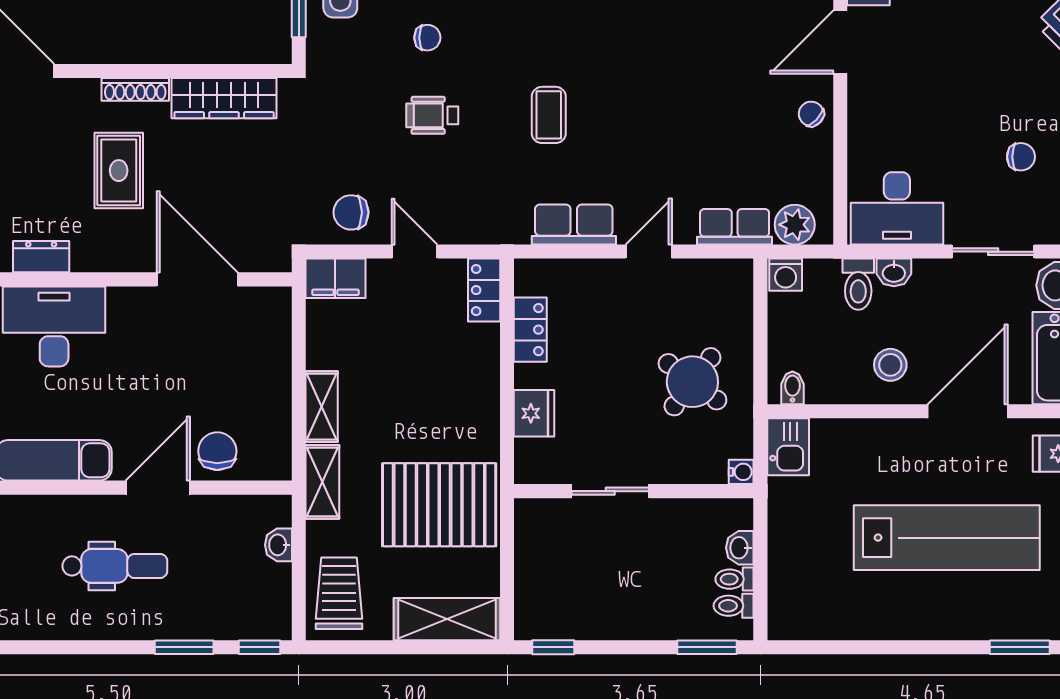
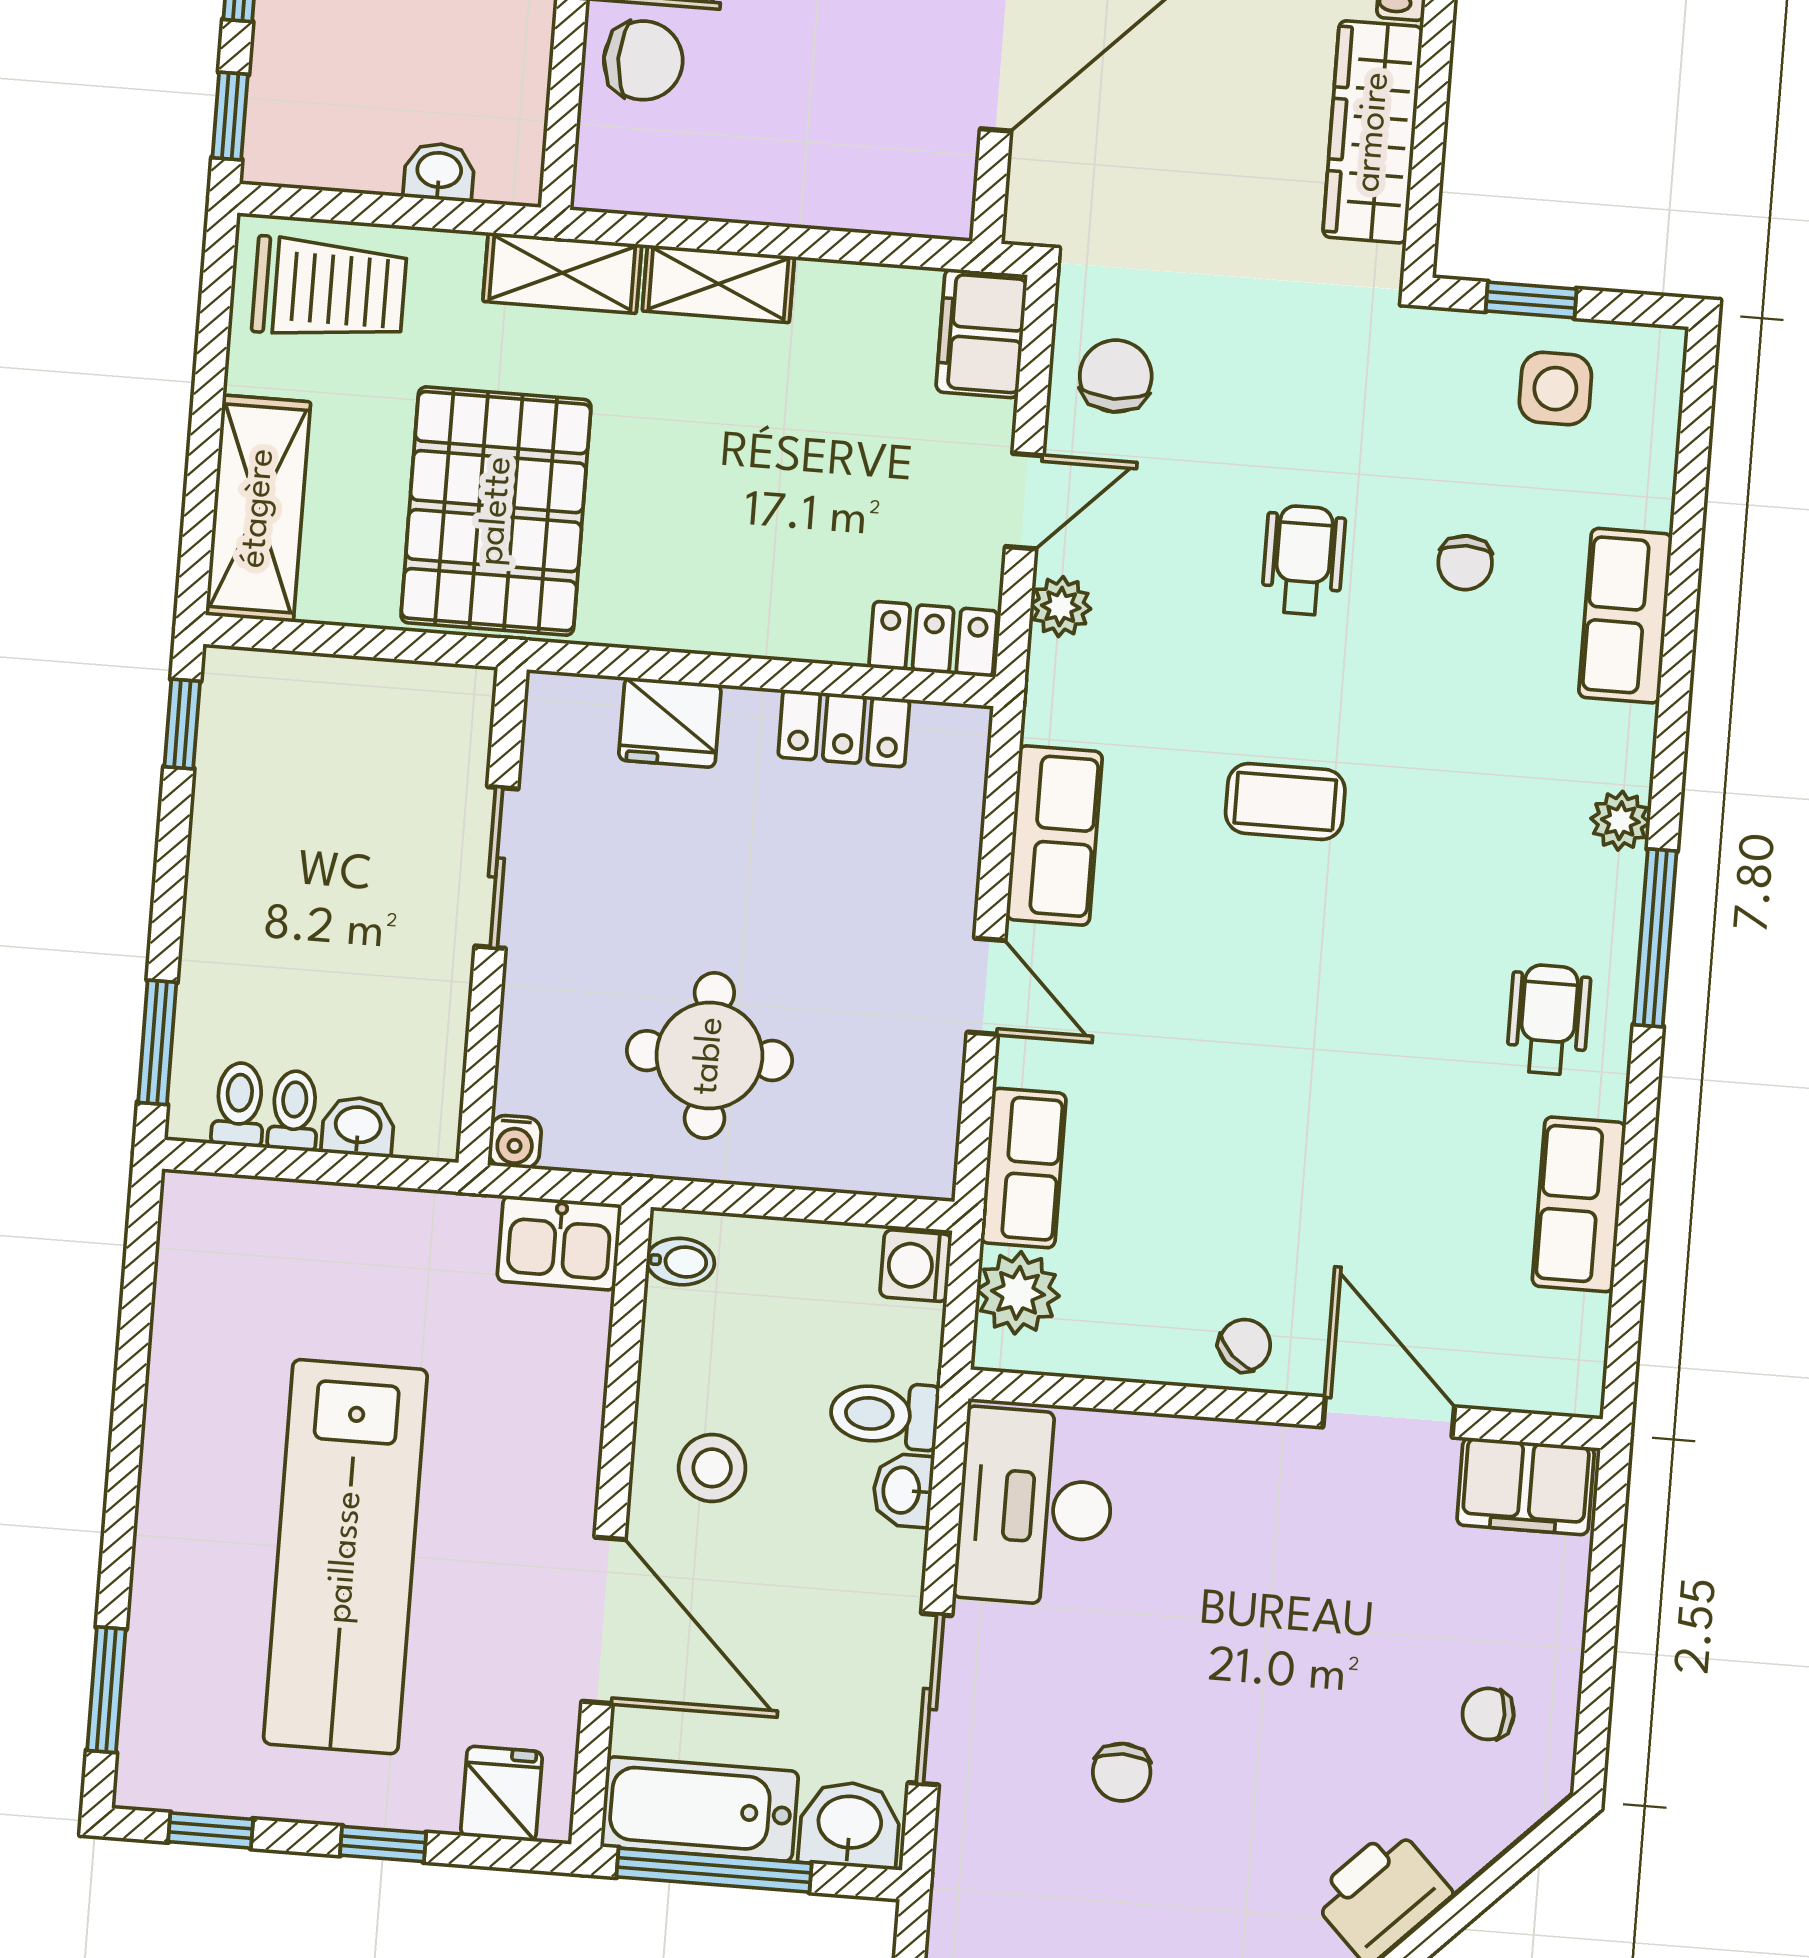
plant: (464, 230) -> (1061, 607), added
round table: (692, 382) -> (709, 1056), turned -37

